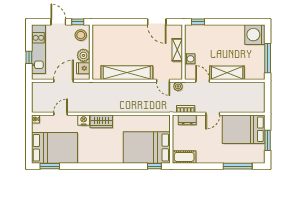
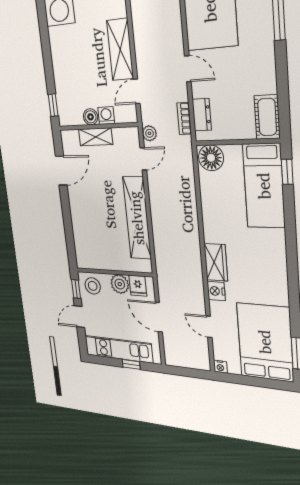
boiler: (189, 48) -> (91, 117), added
floor lamp: (163, 123) -> (211, 158), added
bed: (147, 147) -> (264, 186), width x0.67

